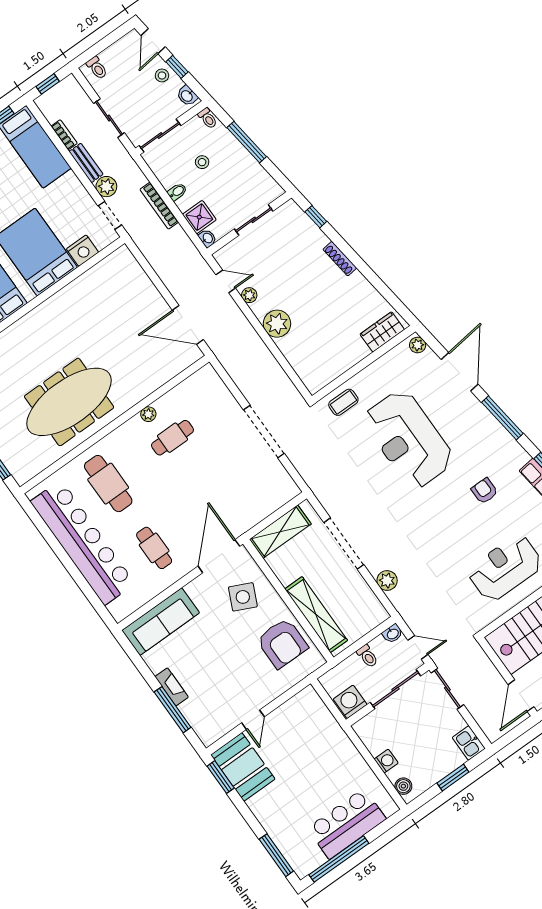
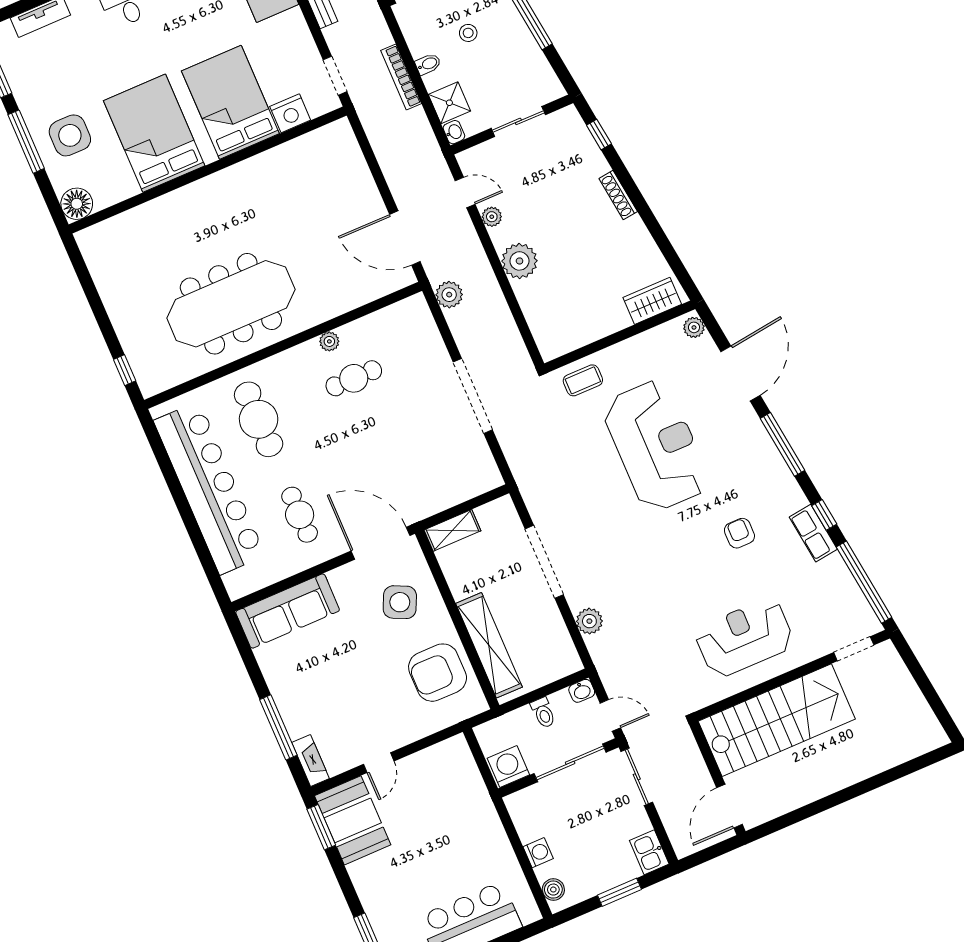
plant: (106, 187) -> (449, 295), moved
reception desk: (408, 439) -> (656, 446), turned 180
shelving: (280, 532) -> (452, 530), width x0.67, depth x0.75
door: (219, 556) -> (380, 543), hinge flipped
armchair: (282, 643) -> (438, 673), turned 90
fireplace: (172, 687) -> (310, 760), moved

